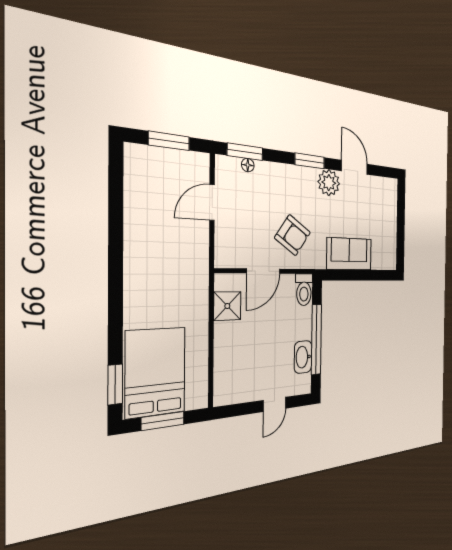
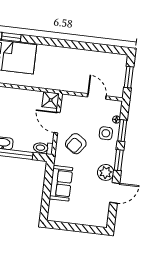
window: (245, 152) -> (122, 130), moved
side table: (272, 184) -> (106, 133), added
shower: (227, 306) -> (51, 100), moved

